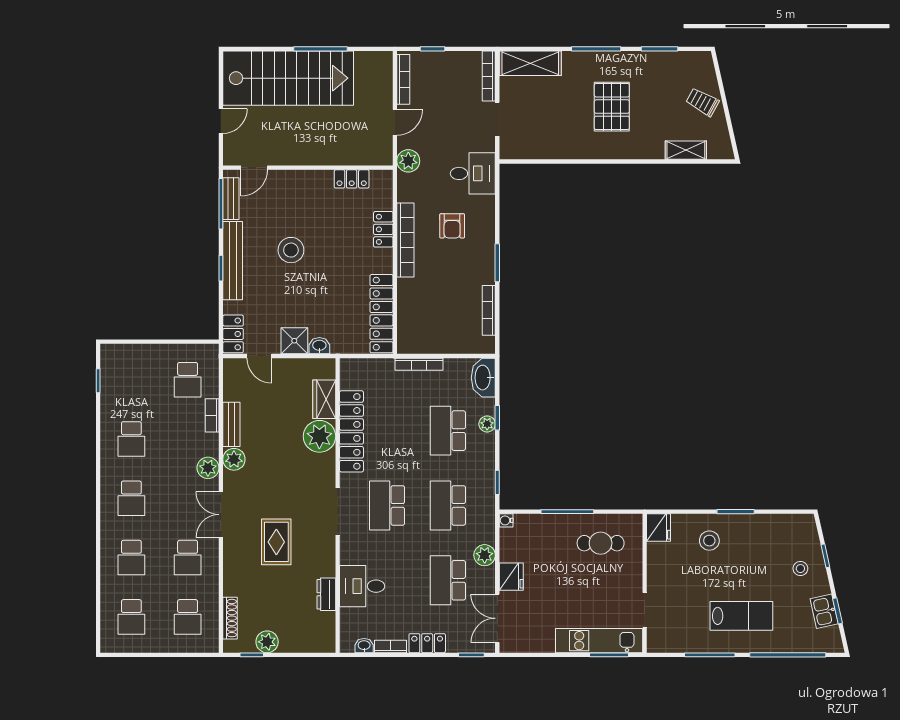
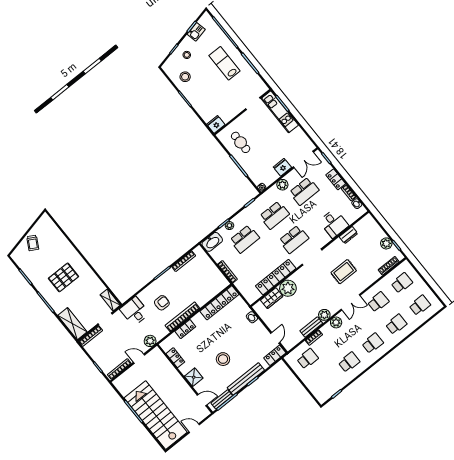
shelving: (686, 150) -> (110, 300), moved
shower: (294, 341) -> (194, 377), moved
stool: (709, 541) -> (185, 77), moved

